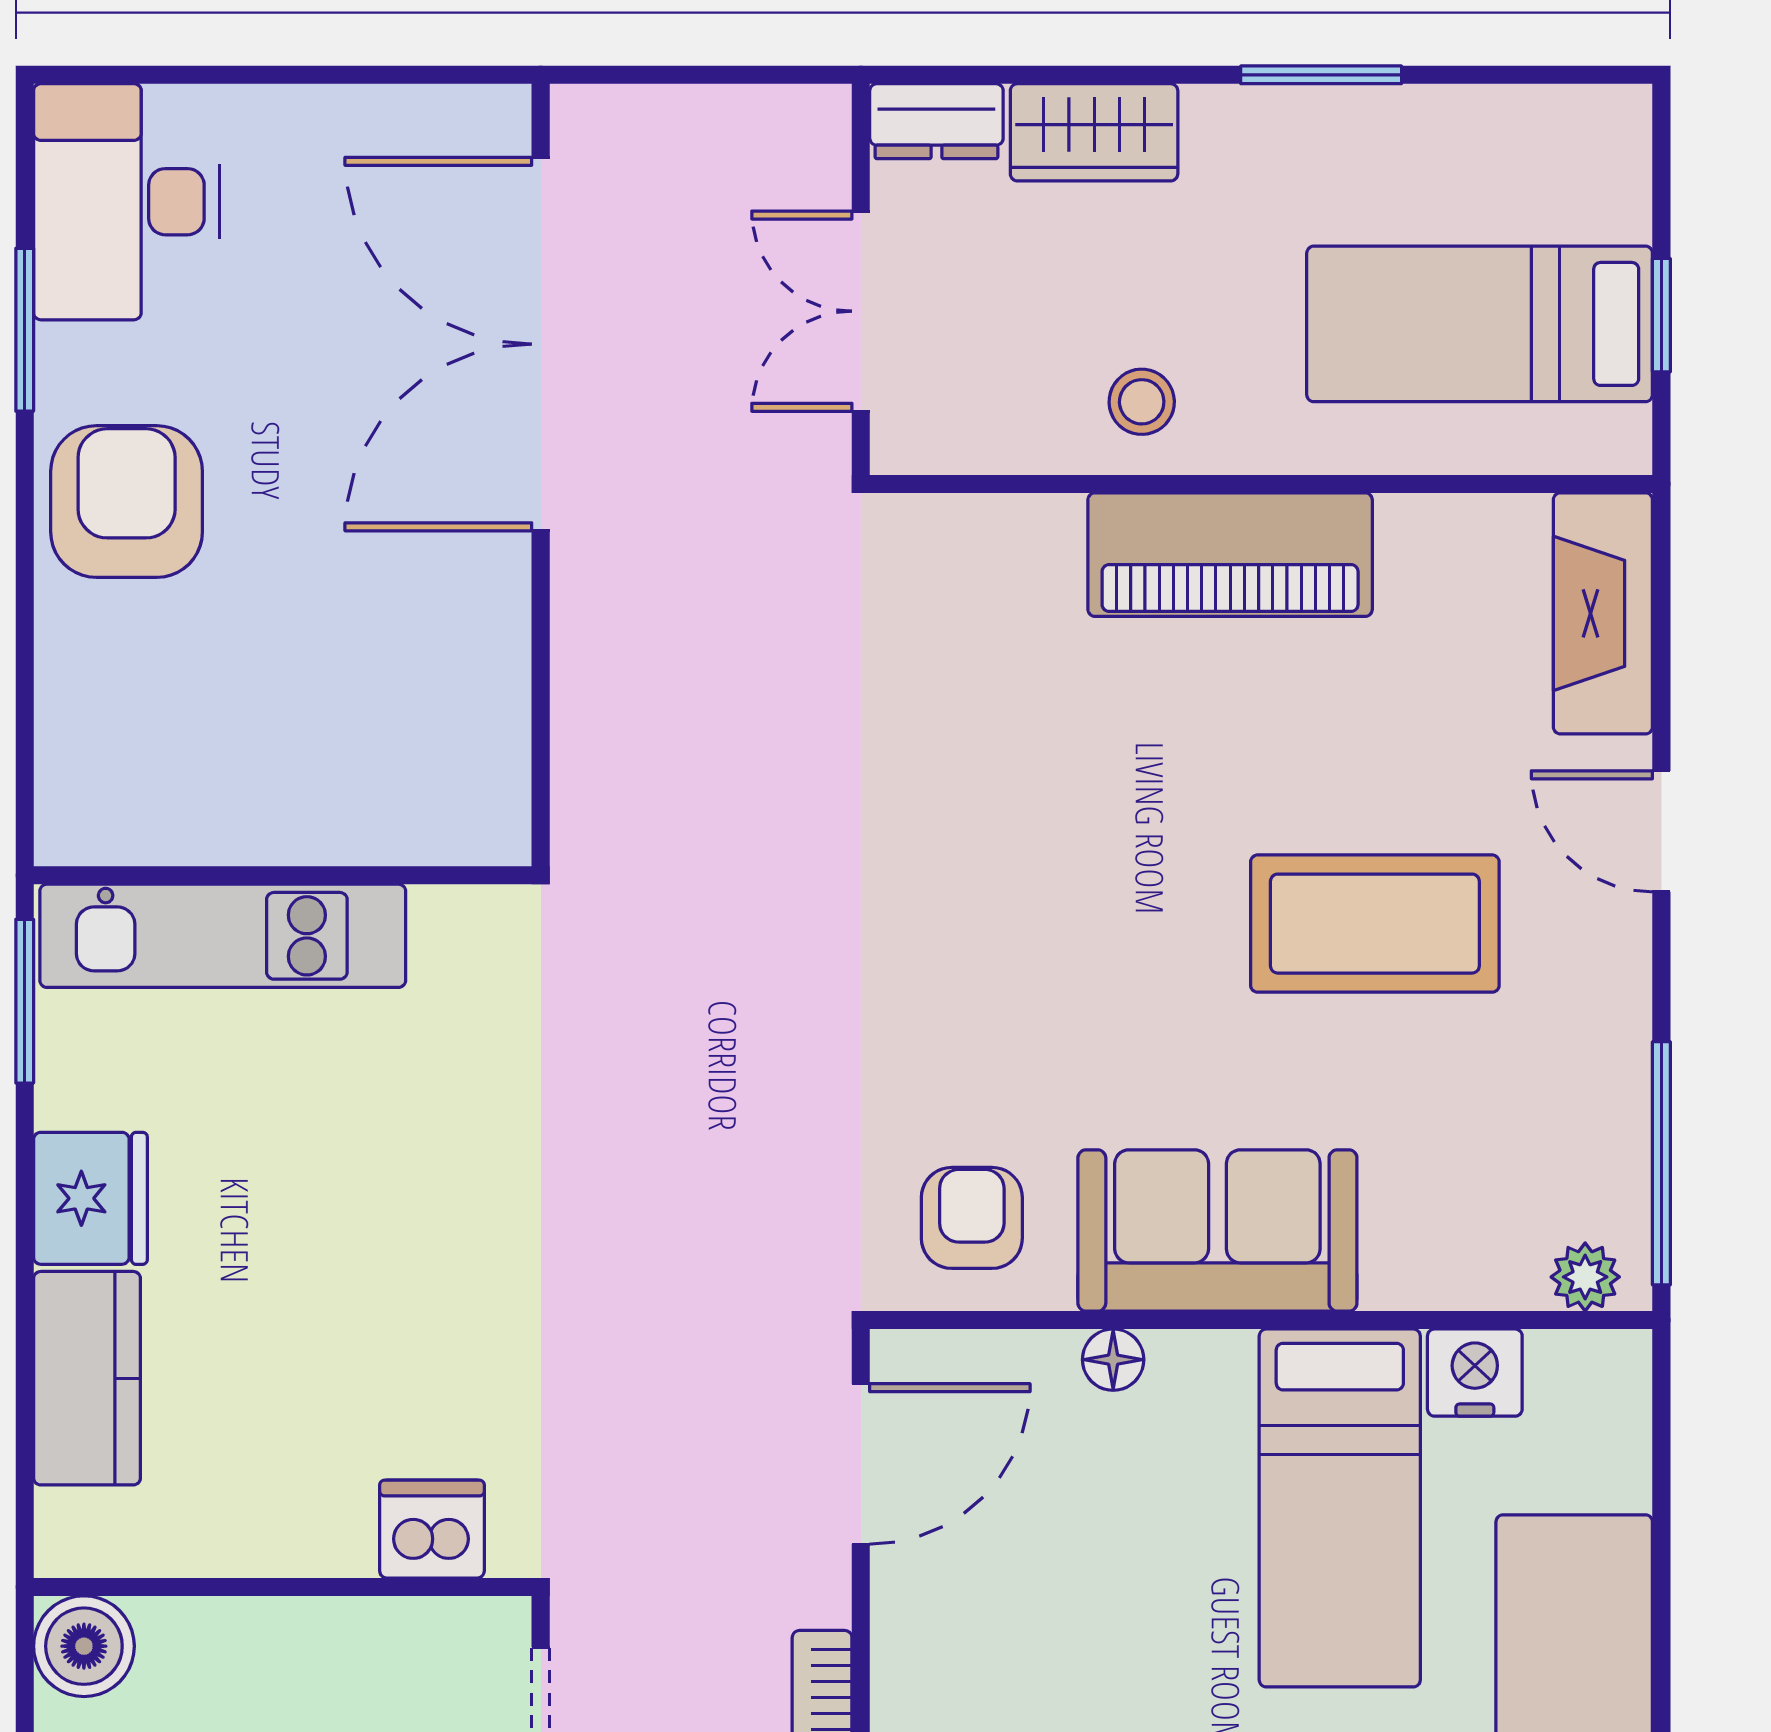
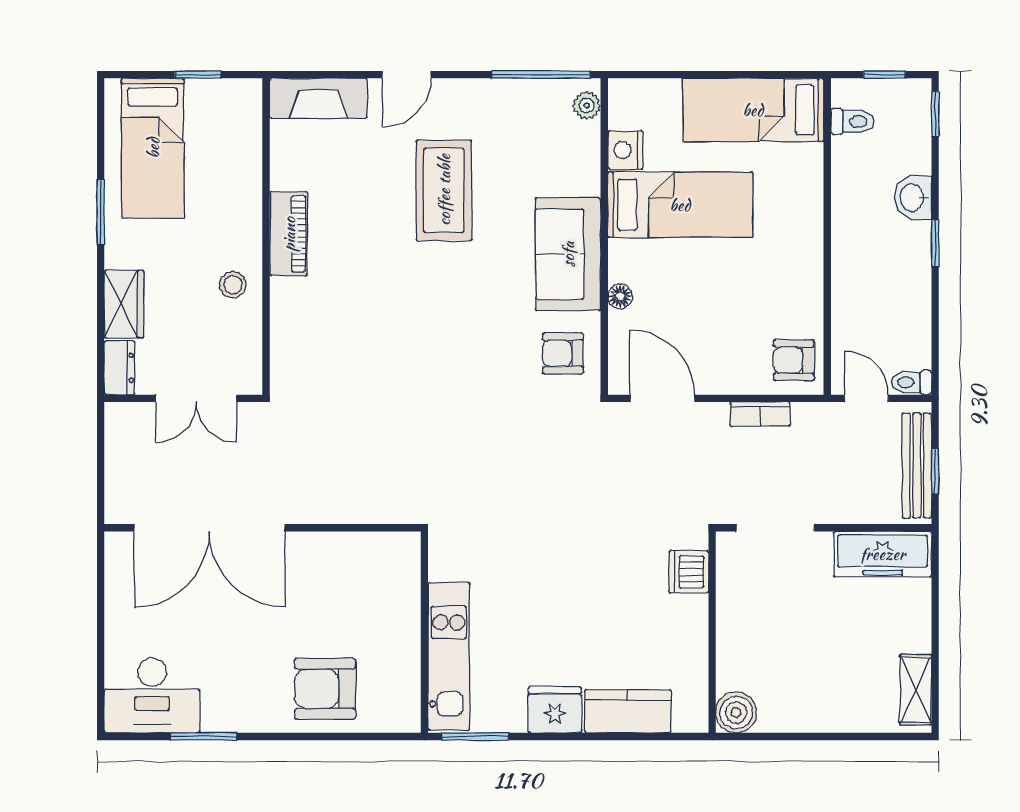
bed: (1480, 324) -> (153, 148), moved
armchair: (127, 502) -> (325, 689), moved
piano: (1230, 555) -> (289, 234), width x0.73, depth x0.75

